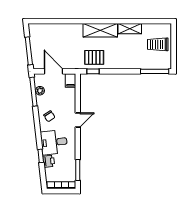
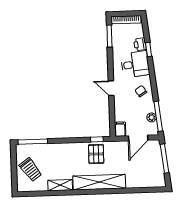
shelving: (100, 30) -> (99, 182), width x1.47
trolley: (158, 44) -> (30, 170), turned 54
pallet: (94, 57) -> (96, 154), turned 90
door: (53, 71) -> (138, 138), hinge flipped
door: (78, 120) -> (111, 88), hinge flipped

